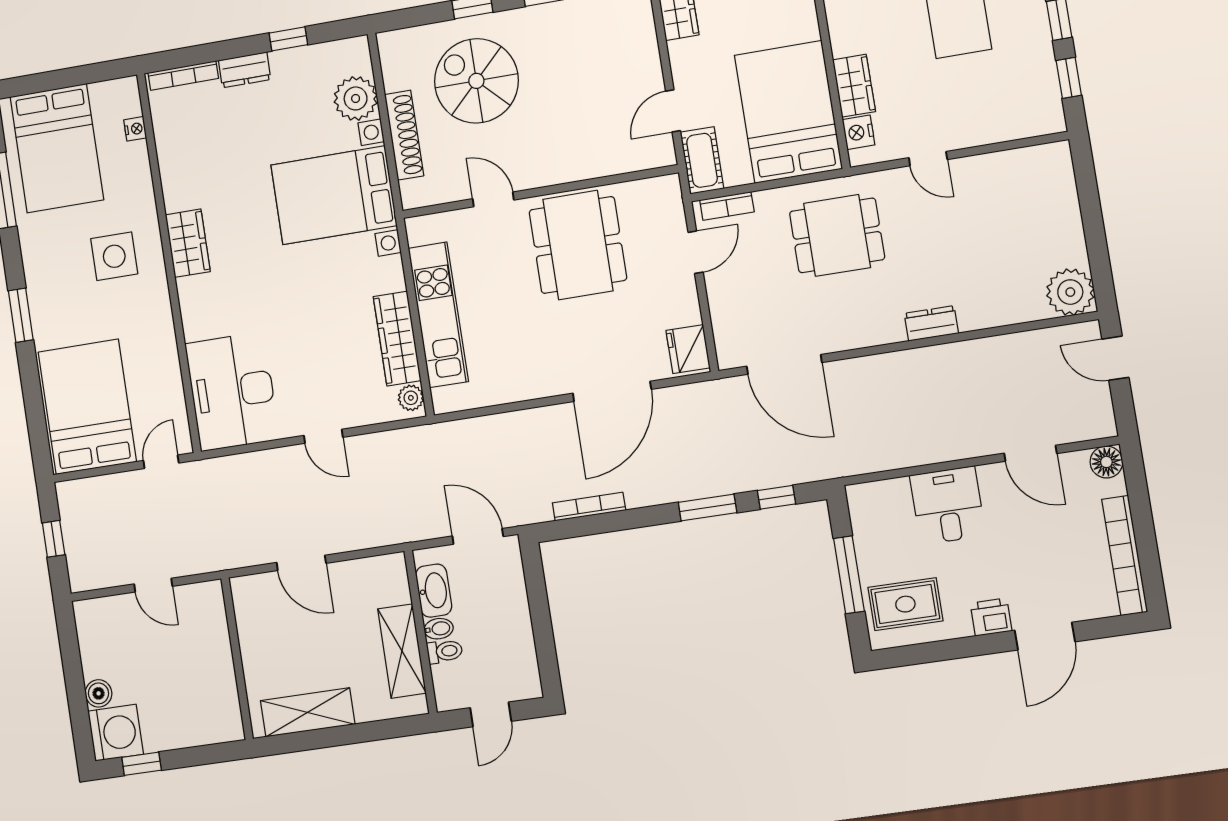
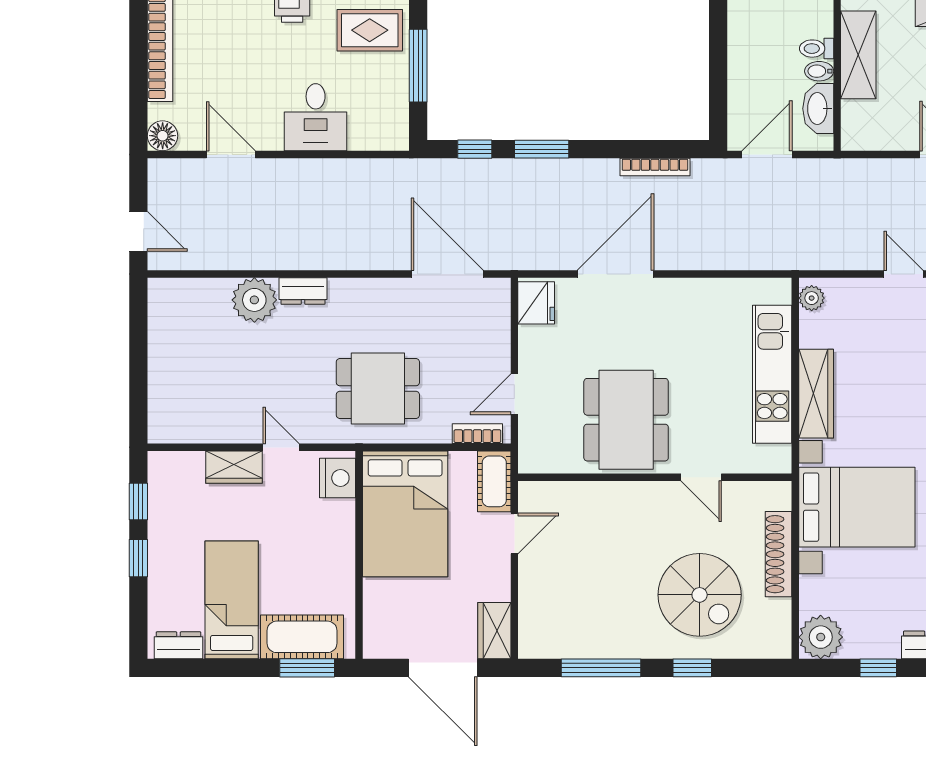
wardrobe: (854, 86) -> (234, 467), moved, turned -90
plant: (356, 98) -> (821, 637), moved
nightstand: (859, 132) -> (338, 478), width x1.36, depth x1.33
plant: (1070, 292) -> (254, 300), moved
wardrobe: (397, 339) -> (816, 394), moved
door: (478, 536) -> (767, 154), swing flipped

